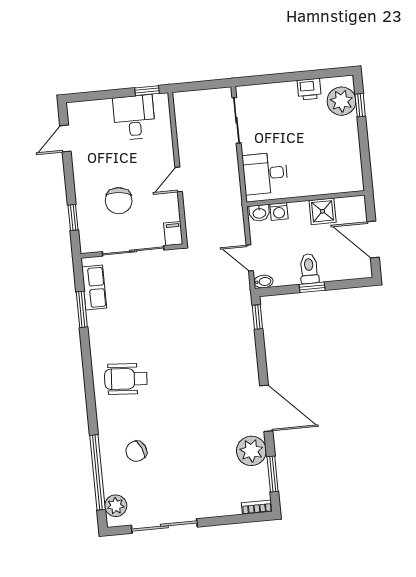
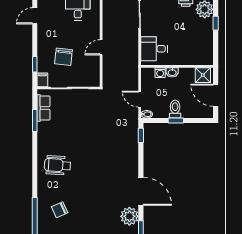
window: (360, 105) -> (216, 23), moved
shower: (323, 211) -> (203, 75), moved
washbasin: (259, 213) -> (172, 72), moved
filing cabinet: (173, 234) -> (42, 80), moved

